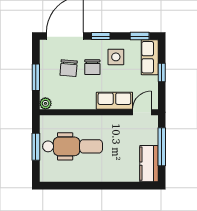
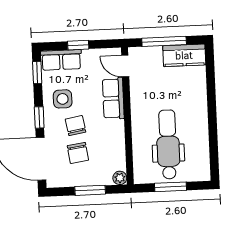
chair: (92, 67) -> (76, 126), turned -100
chair: (69, 68) -> (78, 153), turned 77

